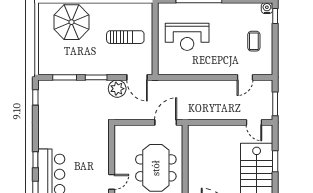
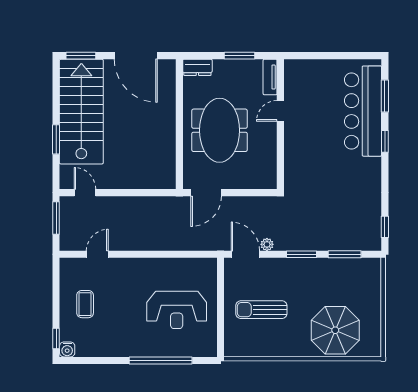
reception desk: (187, 37) -> (177, 310), turned 180
plant: (117, 89) -> (267, 244), width x0.53, depth x0.53

